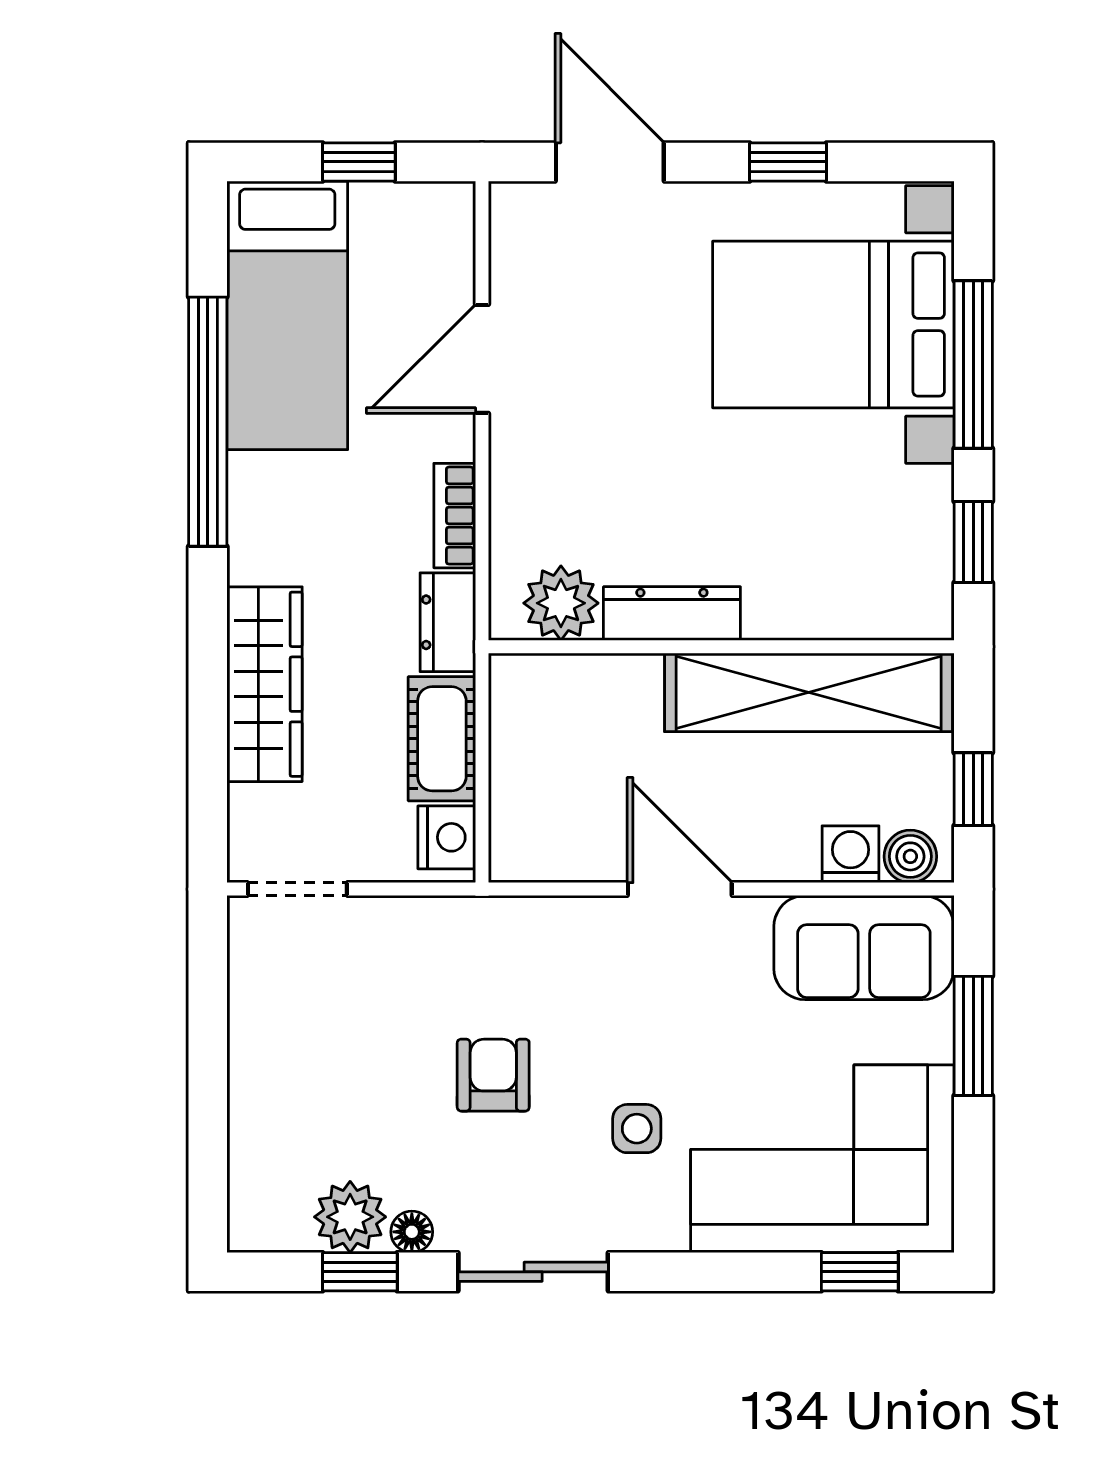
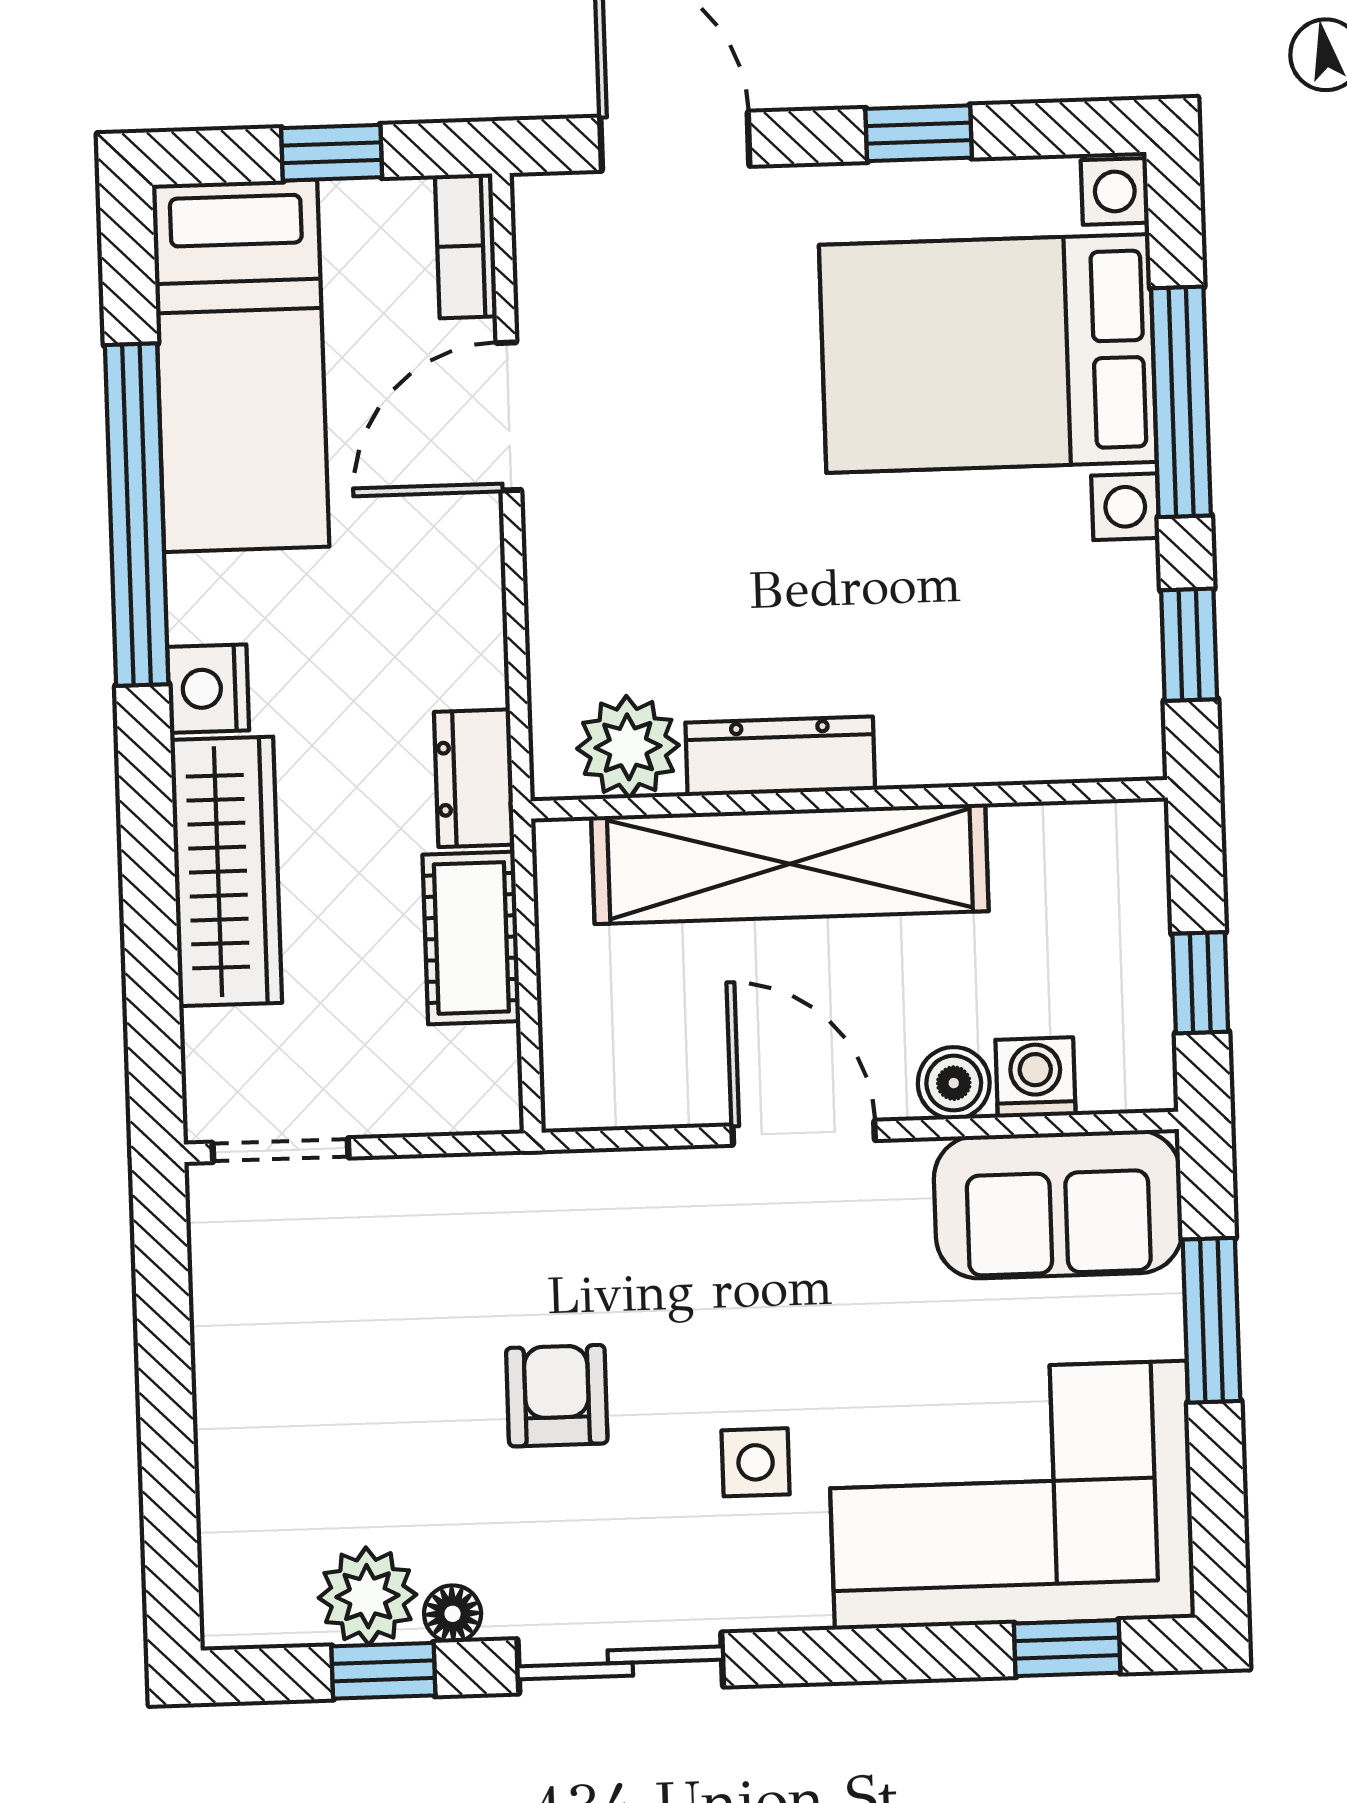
bookcase: (455, 516) -> (466, 246), moved
shelving: (809, 692) -> (790, 864), moved
nightstand: (447, 837) -> (208, 689), moved, turned 180
boiler: (910, 856) -> (954, 1083), moved

